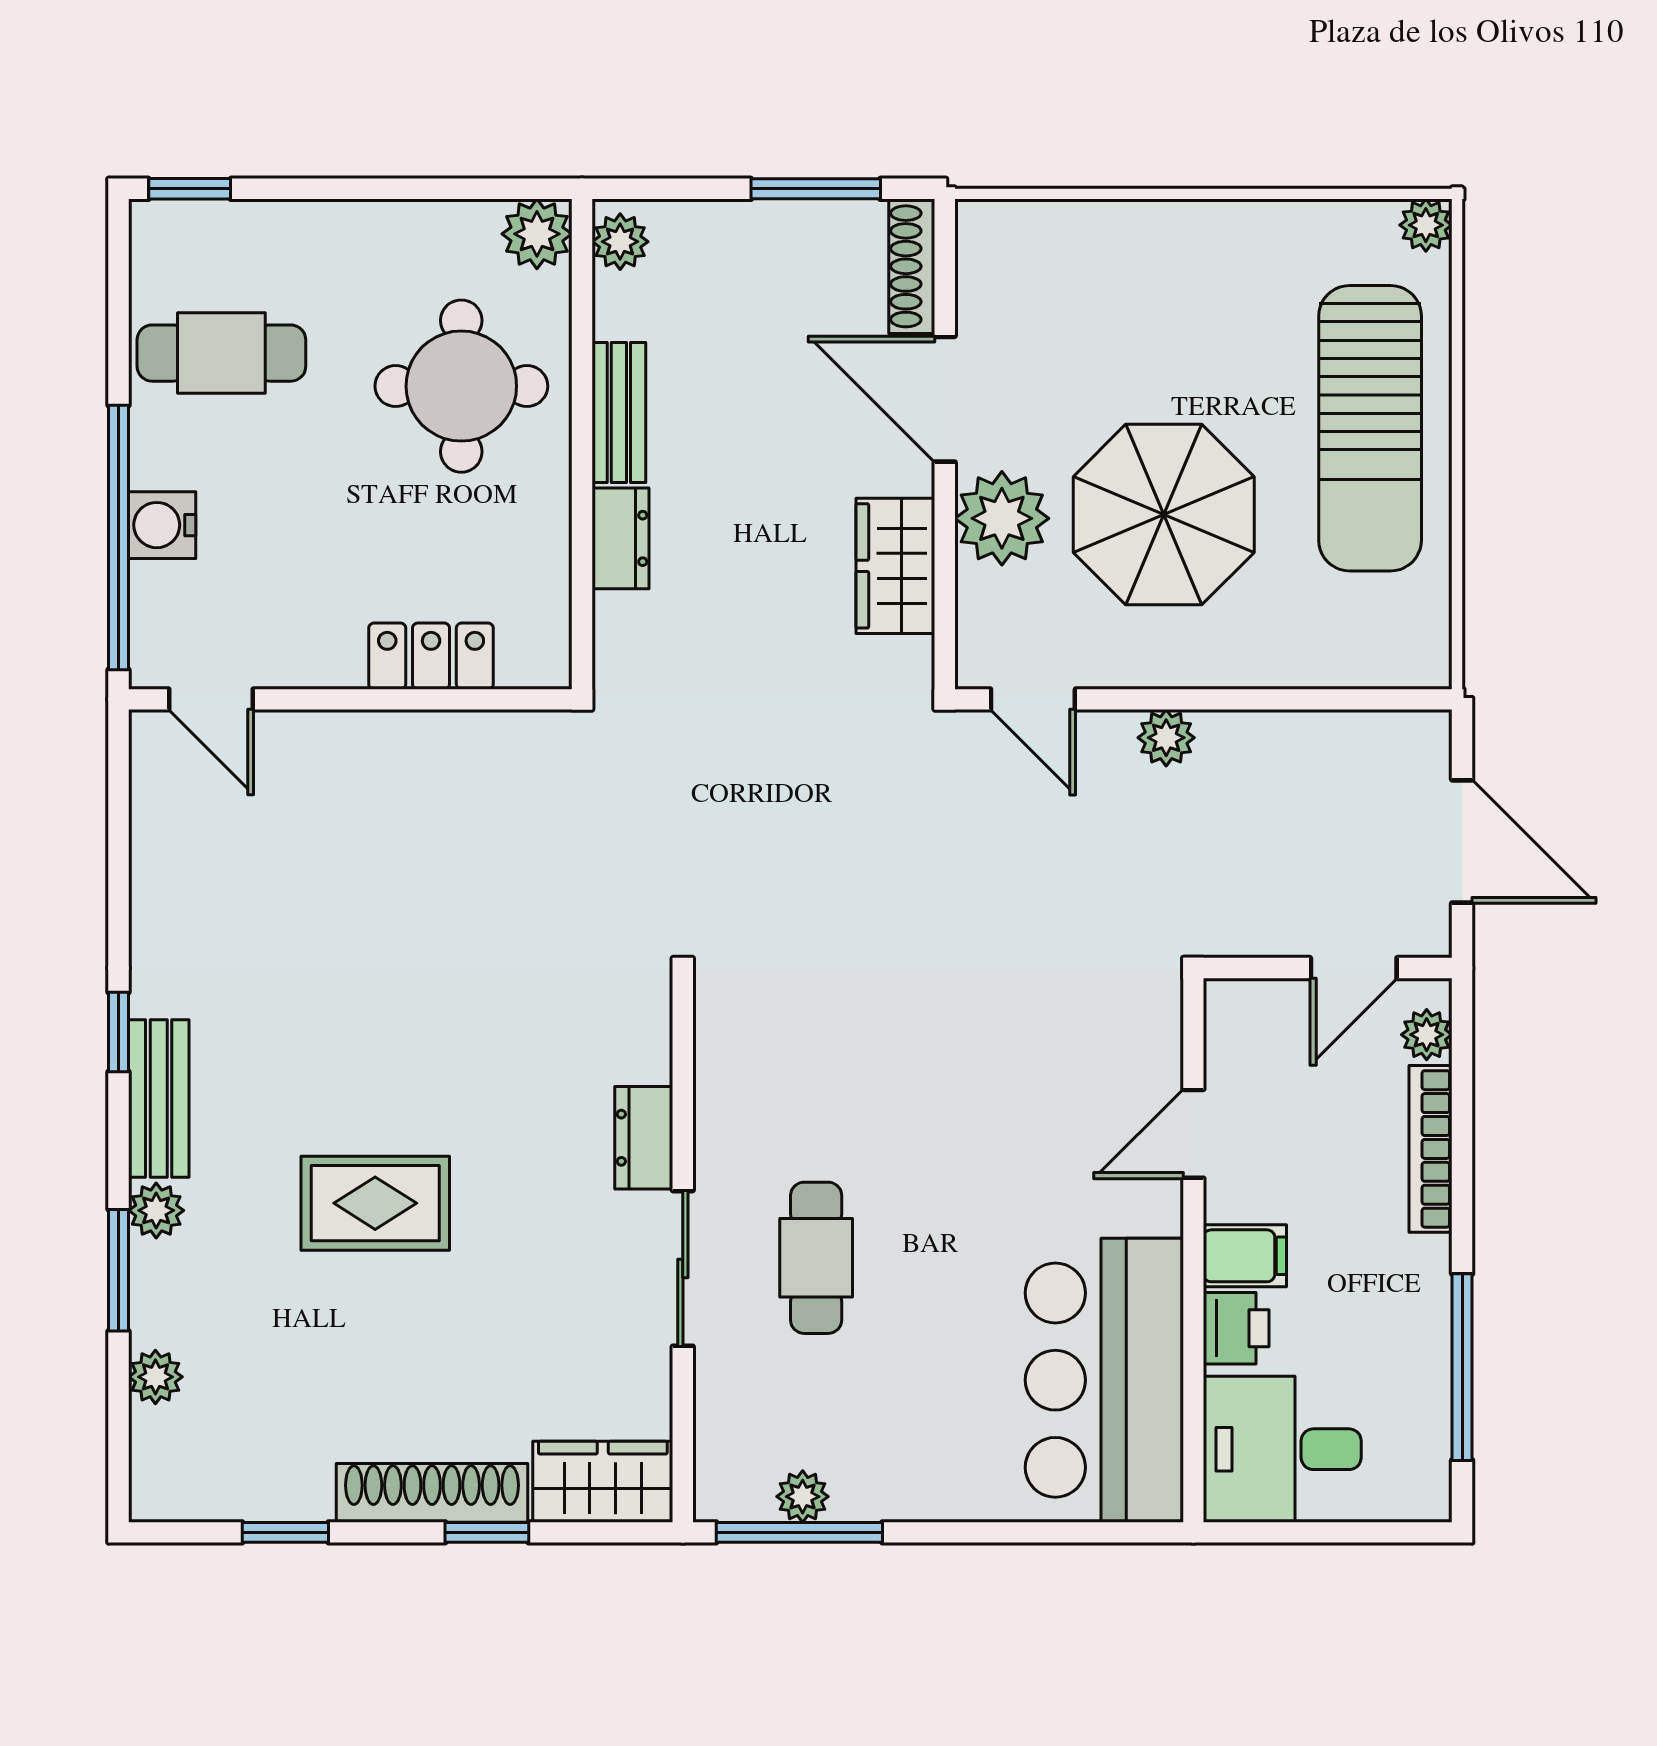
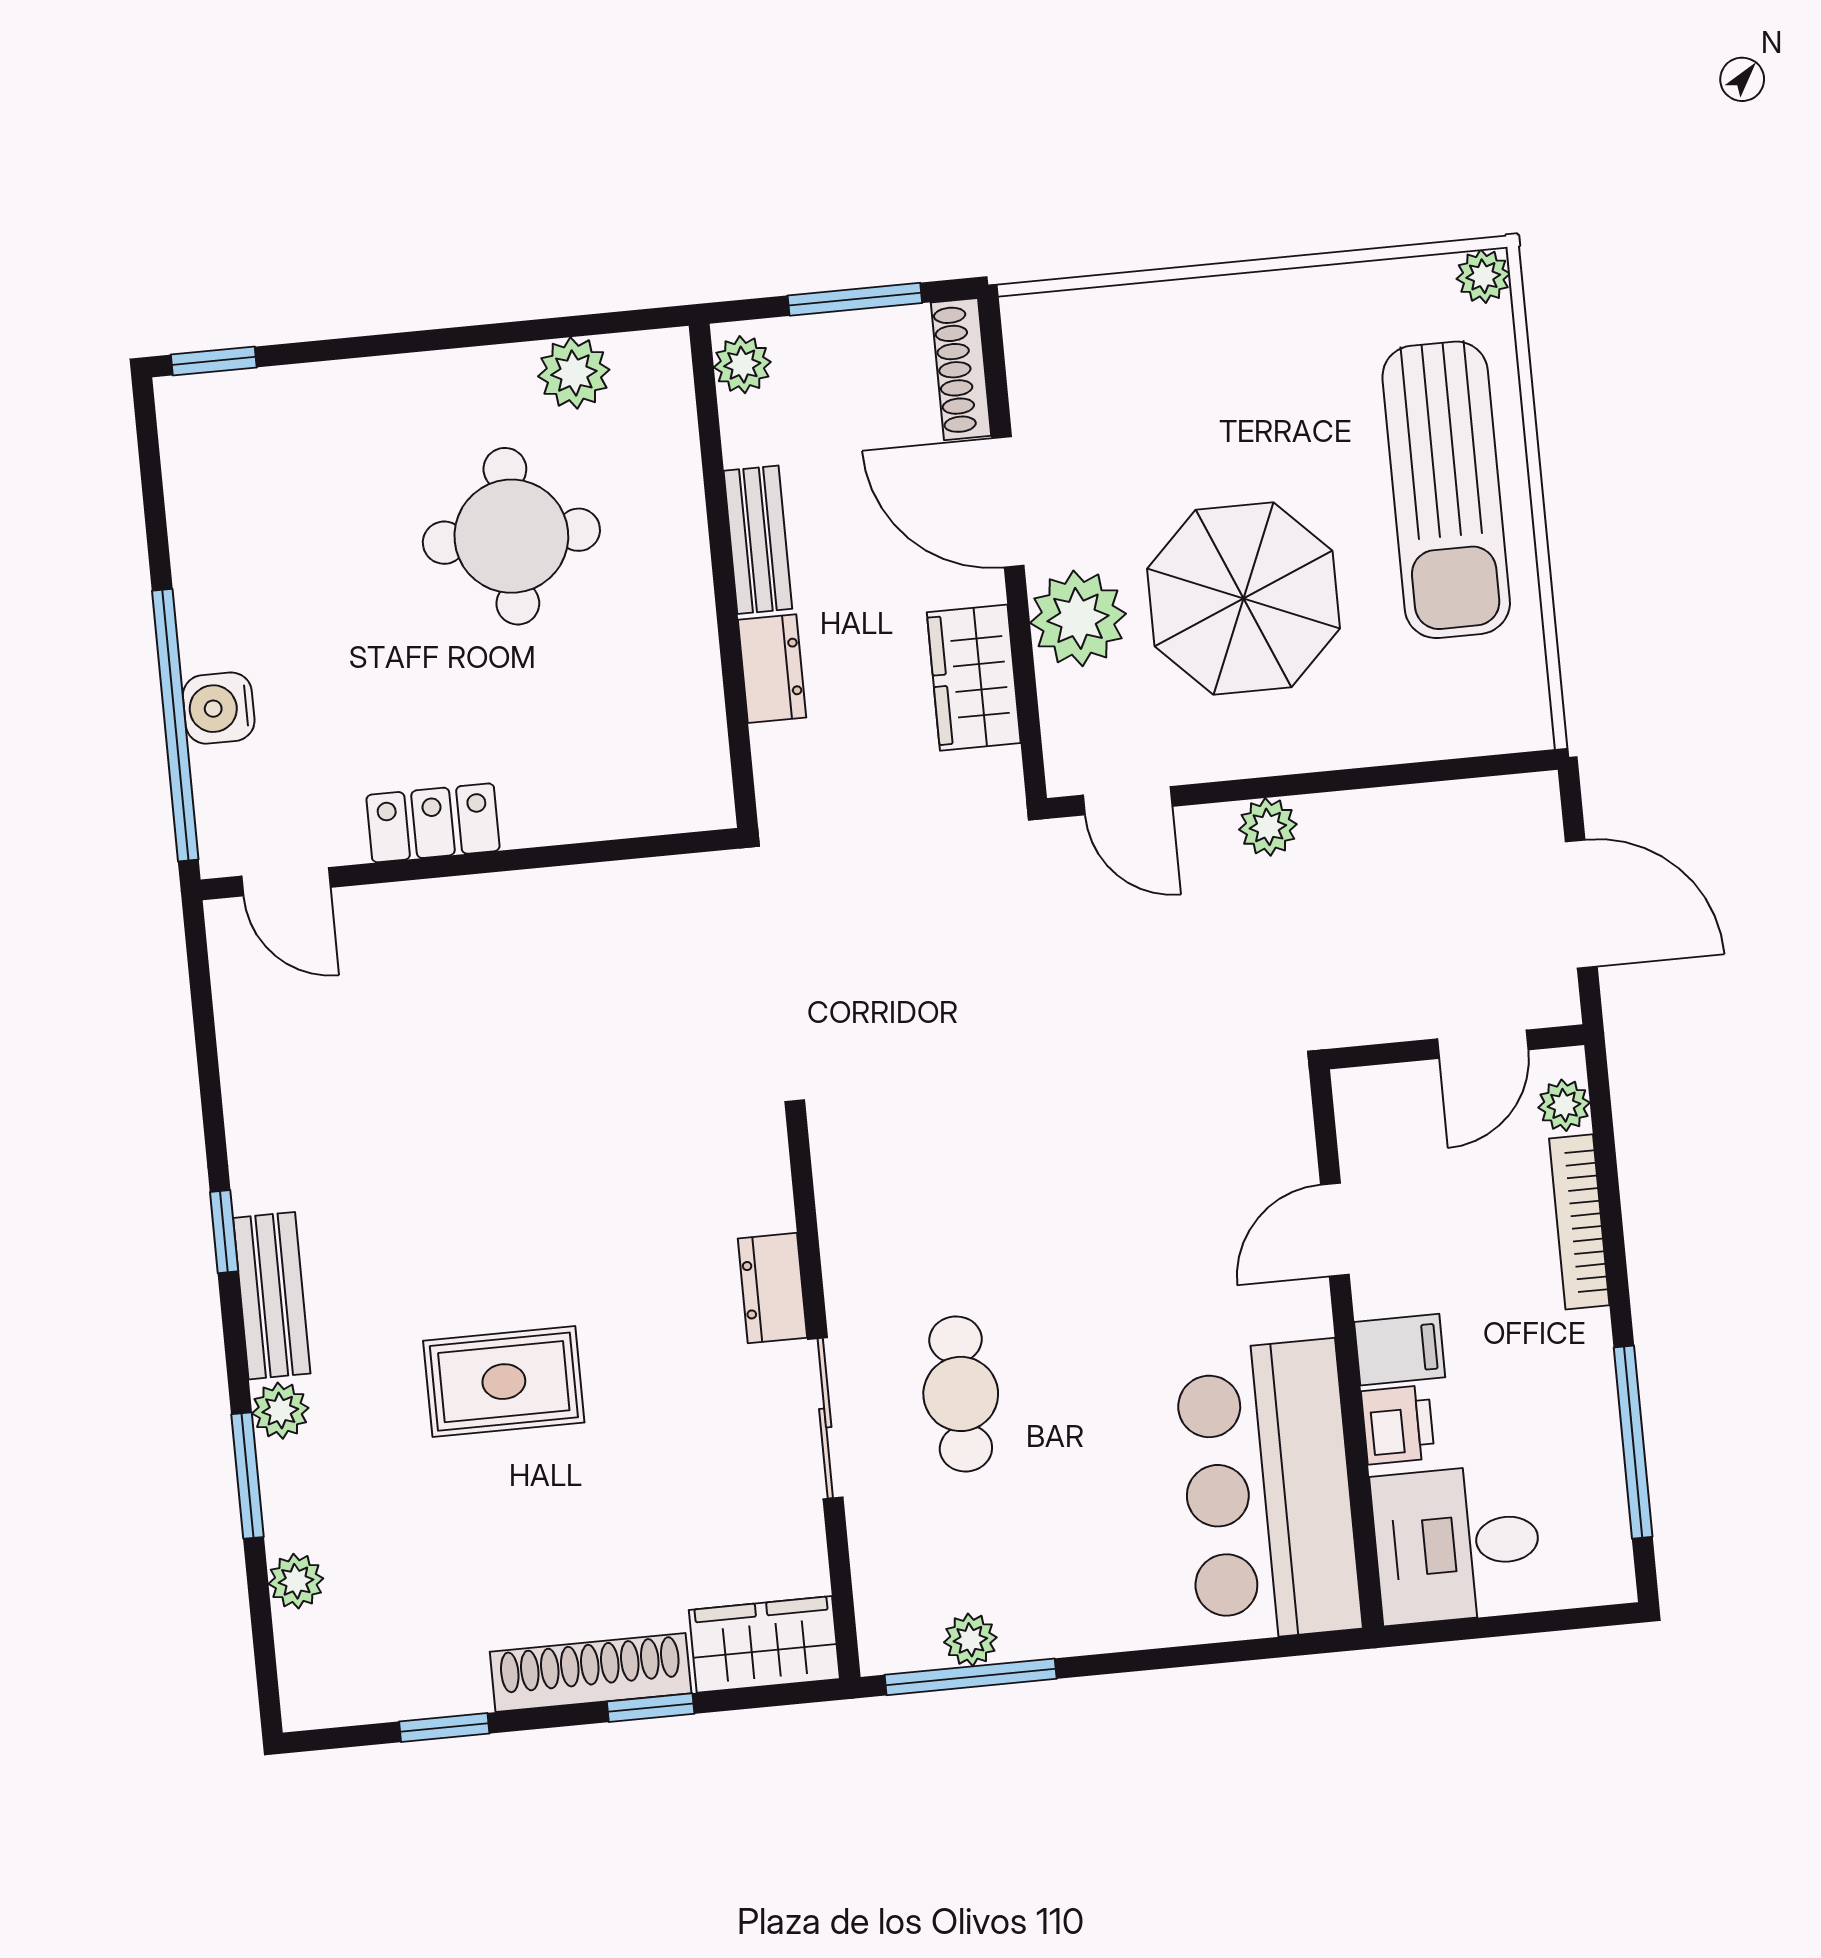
plant: (620, 242) -> (742, 365), moved
cafe table: (221, 353) -> (262, 526), removed
bench: (619, 412) -> (758, 540), moved
wall: (582, 444) -> (723, 576), moved
dresser: (621, 538) -> (772, 669), moved
locker: (431, 656) -> (433, 823), moved

